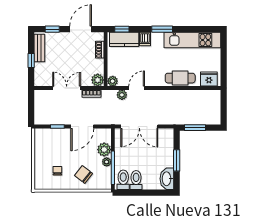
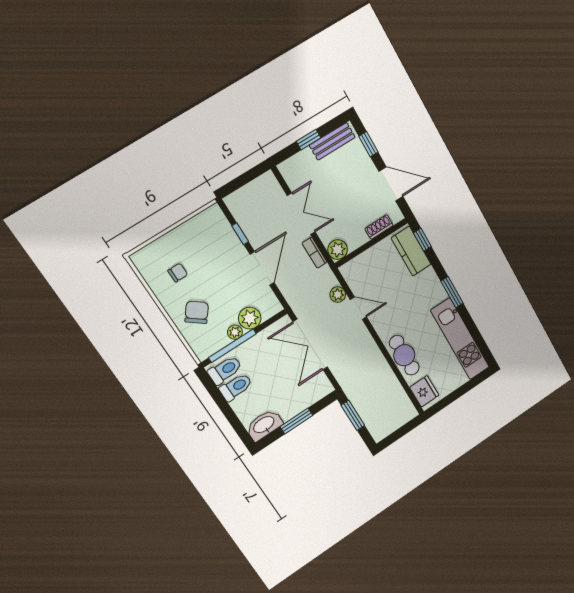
dishwasher: (145, 39) -> (427, 278), removed
plant: (113, 81) -> (348, 271), removed
door: (82, 127) -> (262, 268), swing flipped

